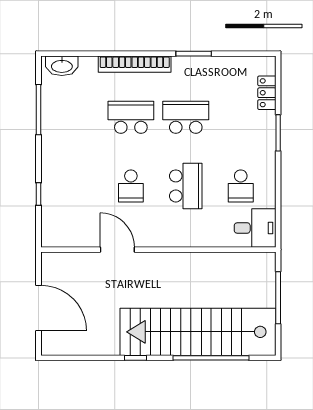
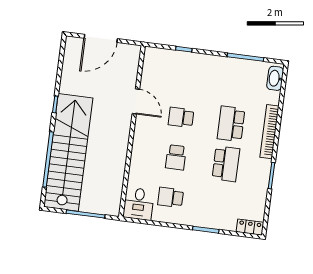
locker: (267, 93) -> (250, 227), moved
school desk: (131, 117) -> (231, 124), turned 180
school desk: (186, 186) -> (176, 157), width x0.54
door: (117, 250) -> (136, 101), hinge flipped

